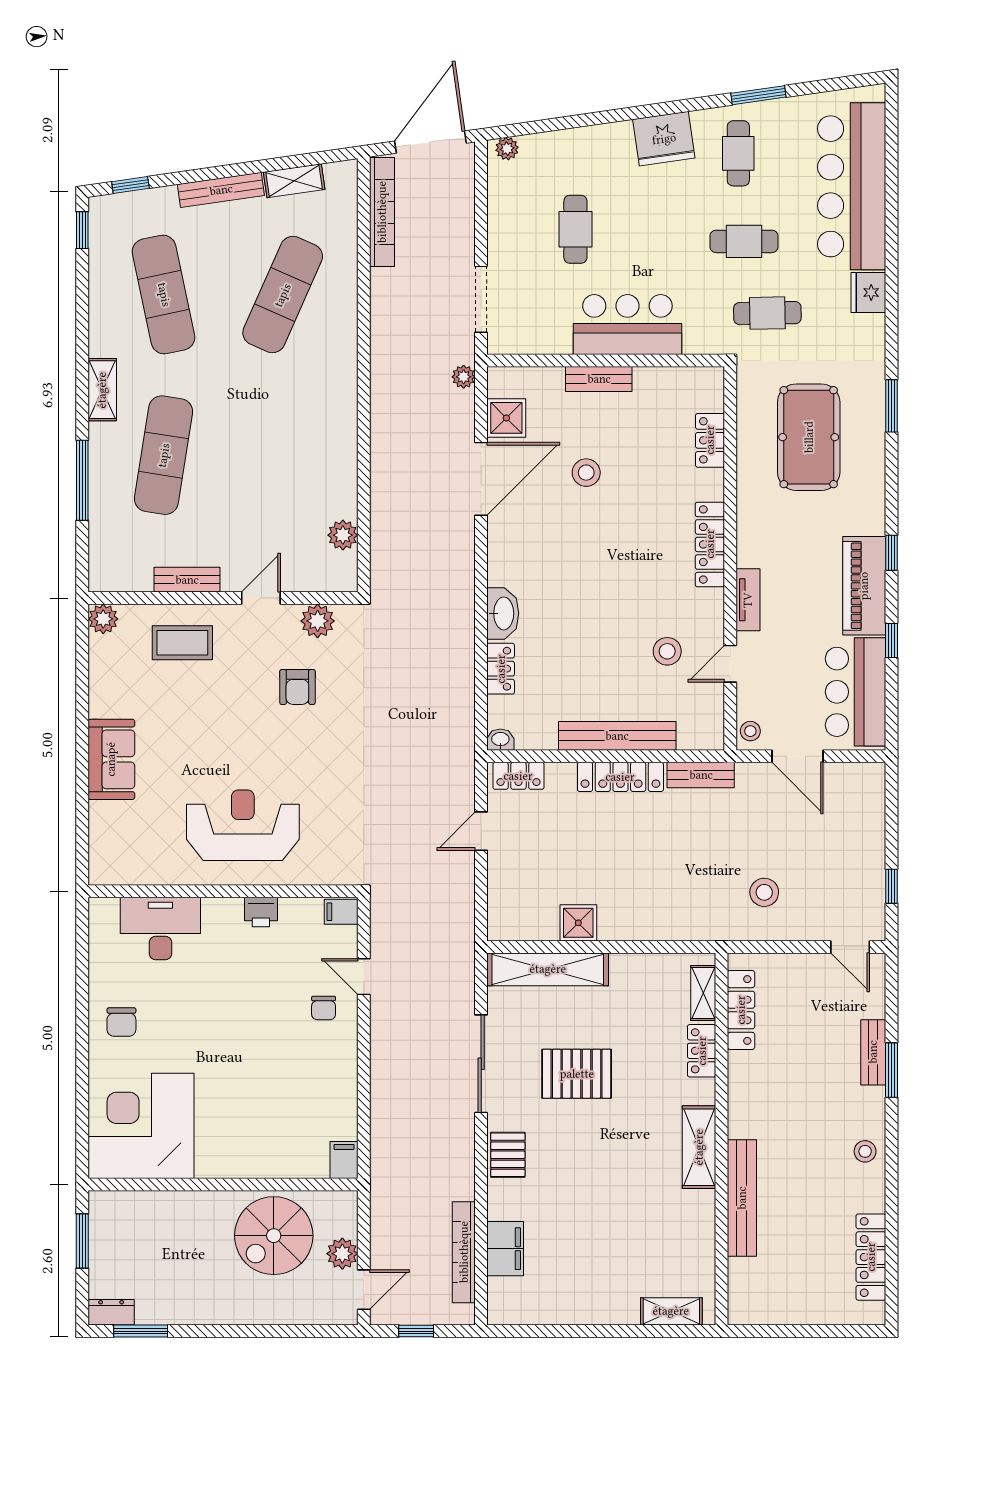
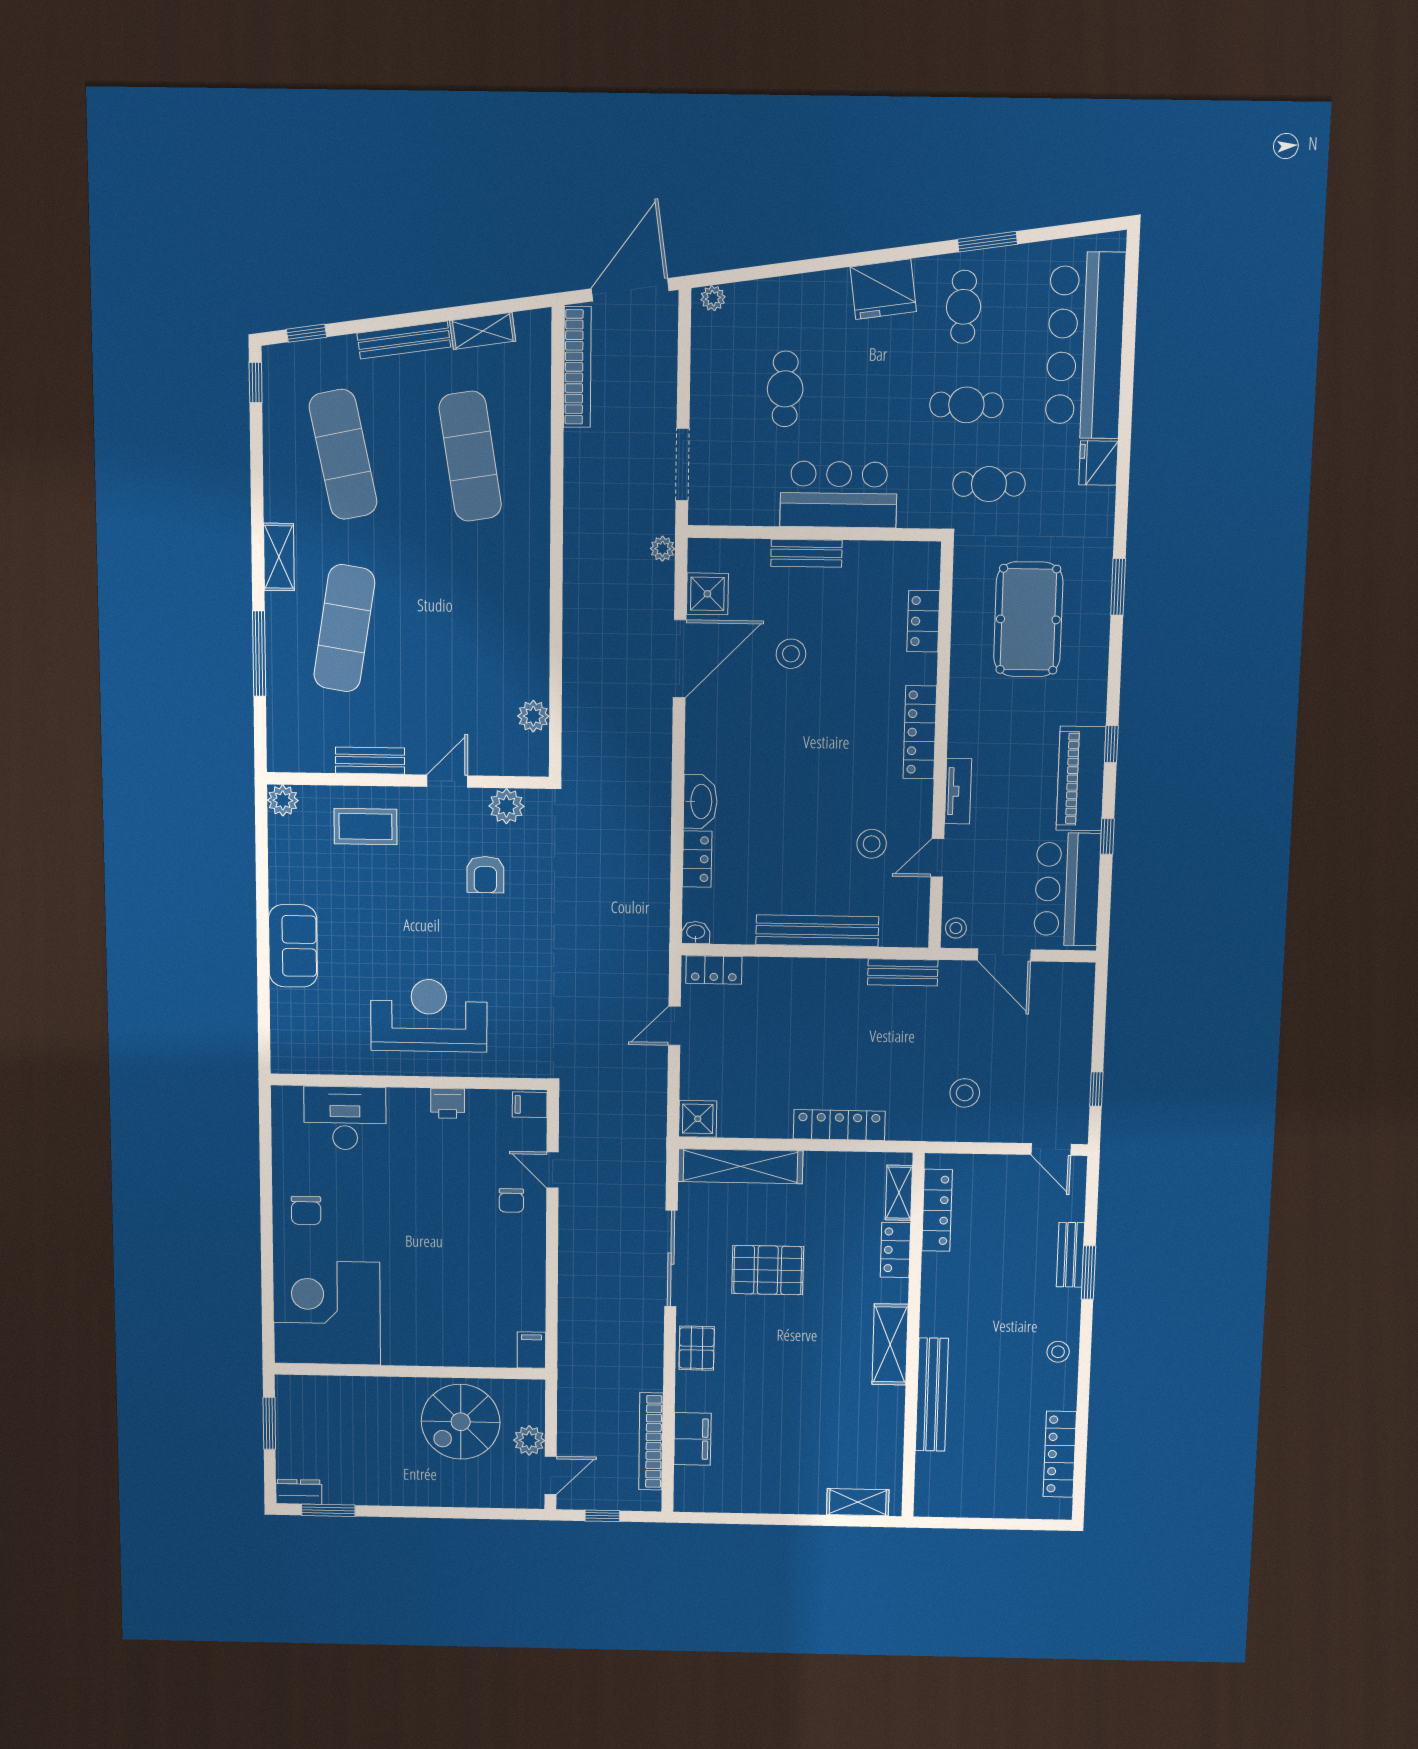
exercise mat: (283, 295) -> (470, 456), turned -33
locker: (620, 777) -> (839, 1125), moved, turned 180
shower: (578, 923) -> (698, 1119), moved

